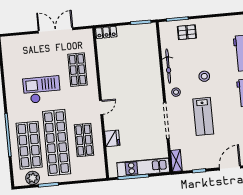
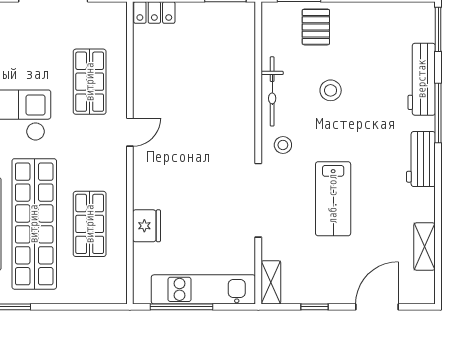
pallet: (187, 32) -> (316, 27), turned 90
stool: (204, 76) -> (331, 90), moved
door: (101, 107) -> (130, 132), moved

